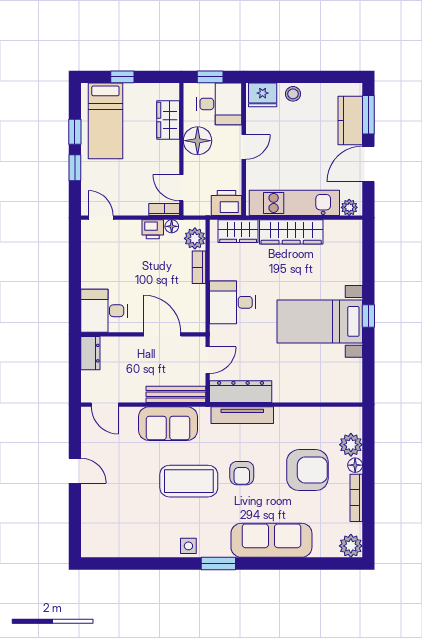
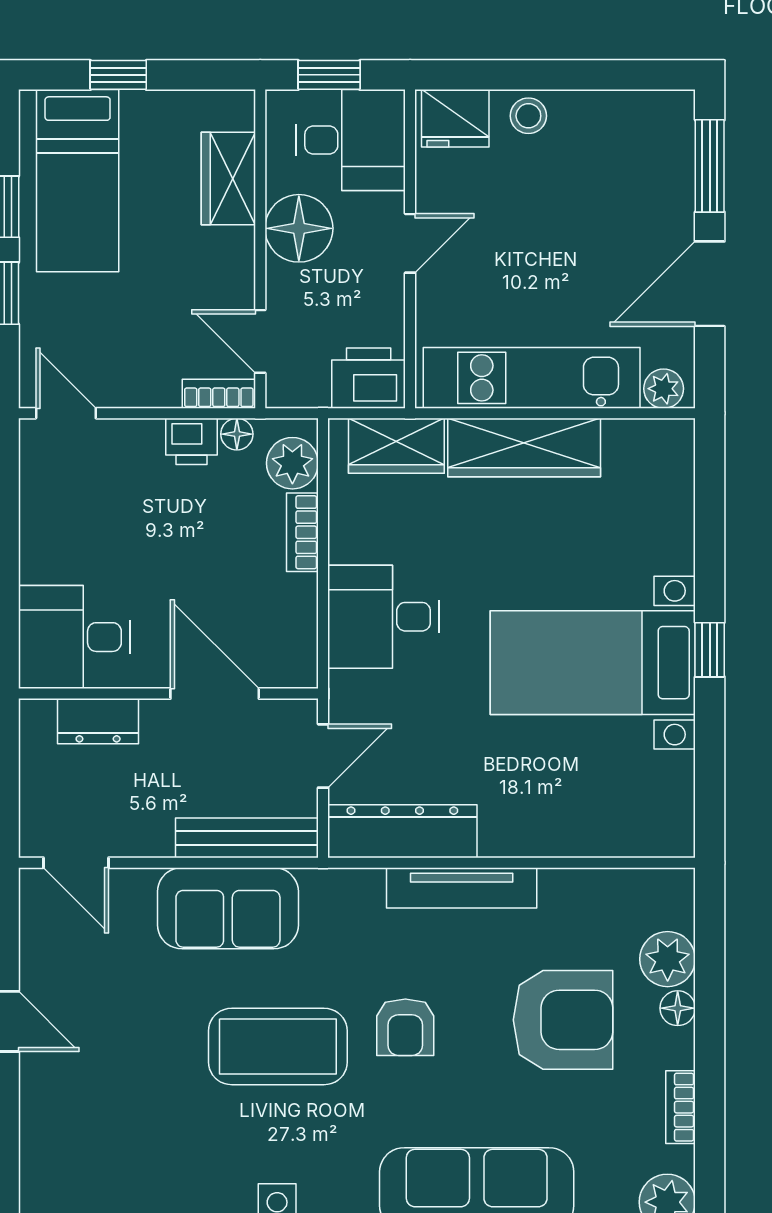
kitchen counter: (350, 121) -> (666, 180), removed
dresser: (90, 353) -> (98, 721), moved, turned 90
tv unit: (242, 415) -> (462, 888), moved
bookcase: (356, 498) -> (681, 1107), width x0.64

